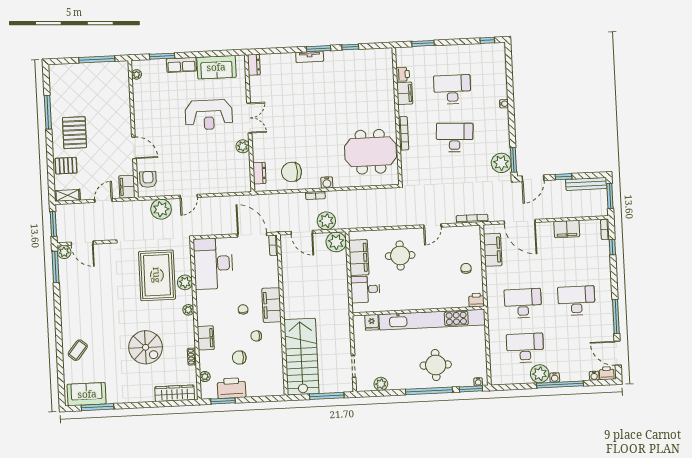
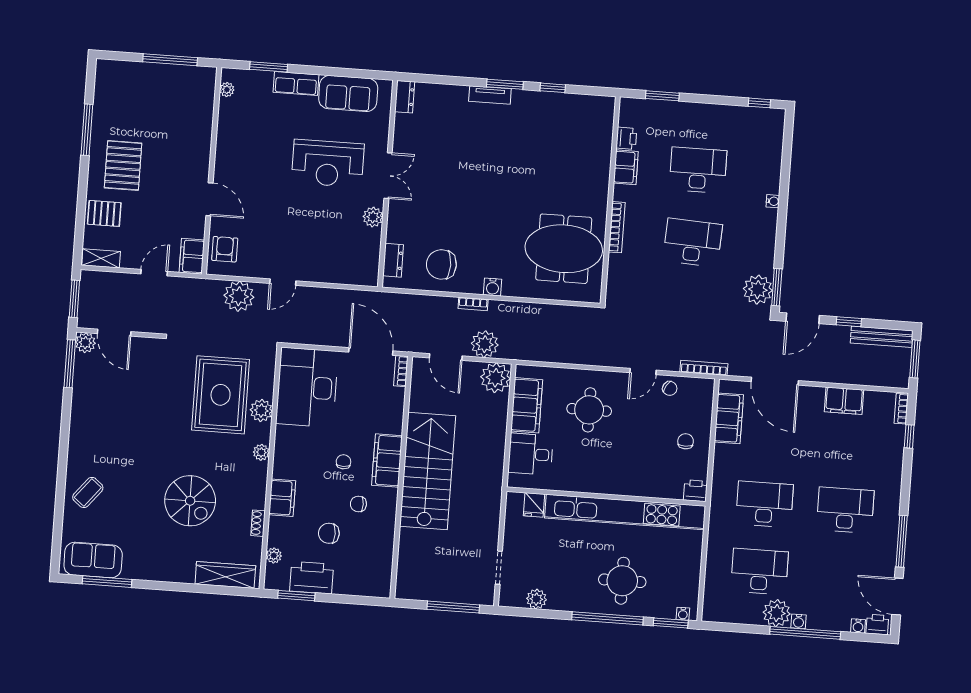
chair: (451, 235) -> (670, 388), added
stairs: (301, 357) -> (428, 471), moved

